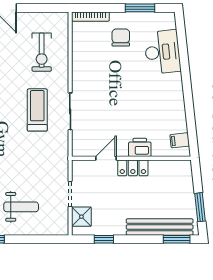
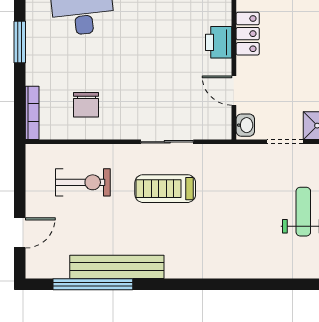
chair: (121, 37) -> (86, 105), moved, turned -90
washbasin: (82, 166) -> (245, 125), added
locker: (133, 168) -> (248, 34), moved

